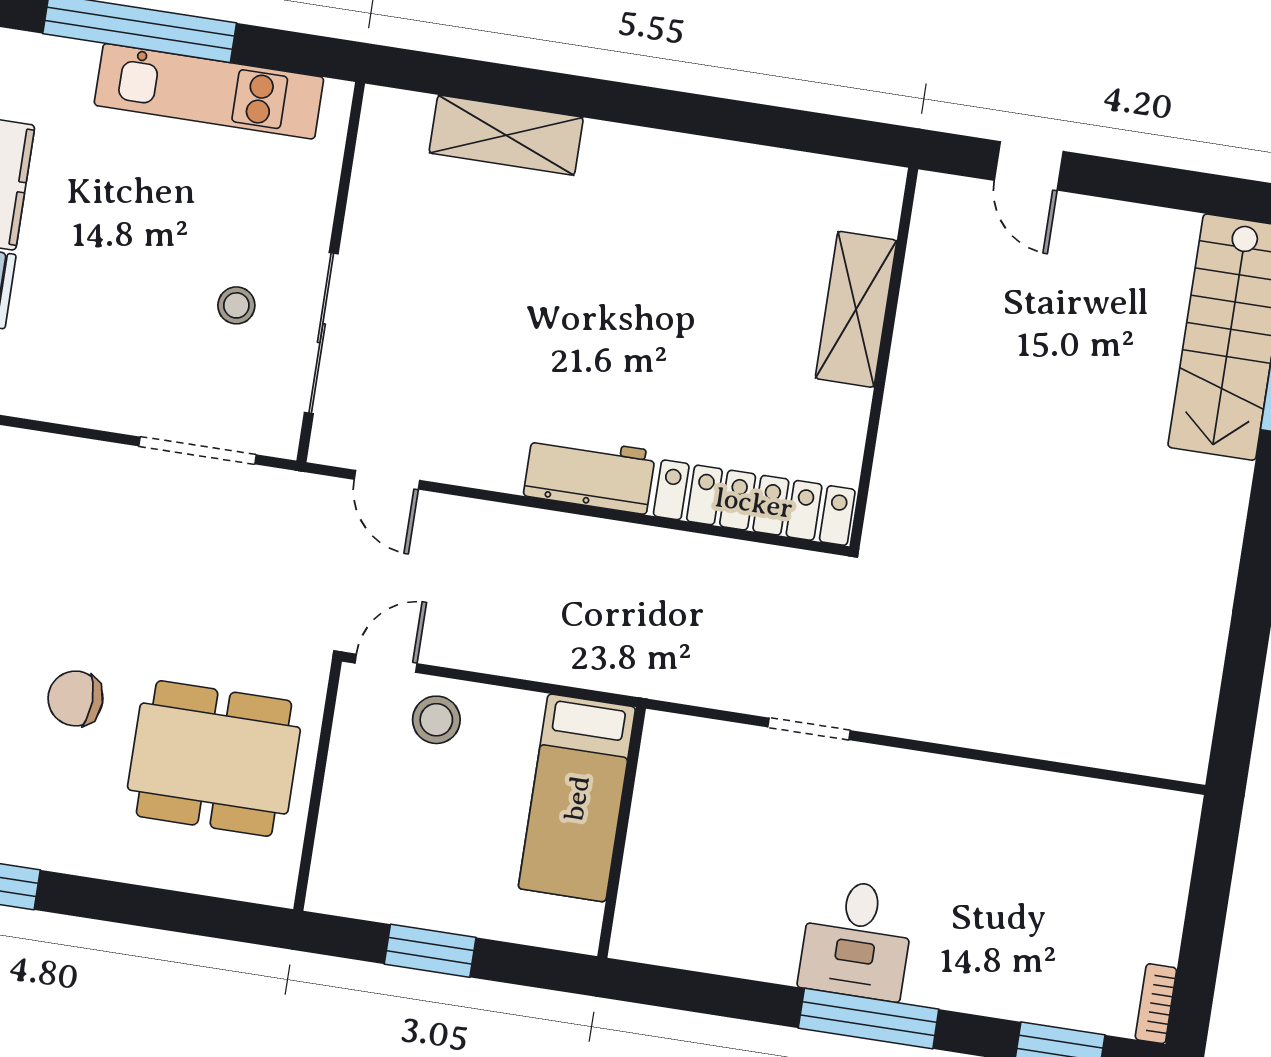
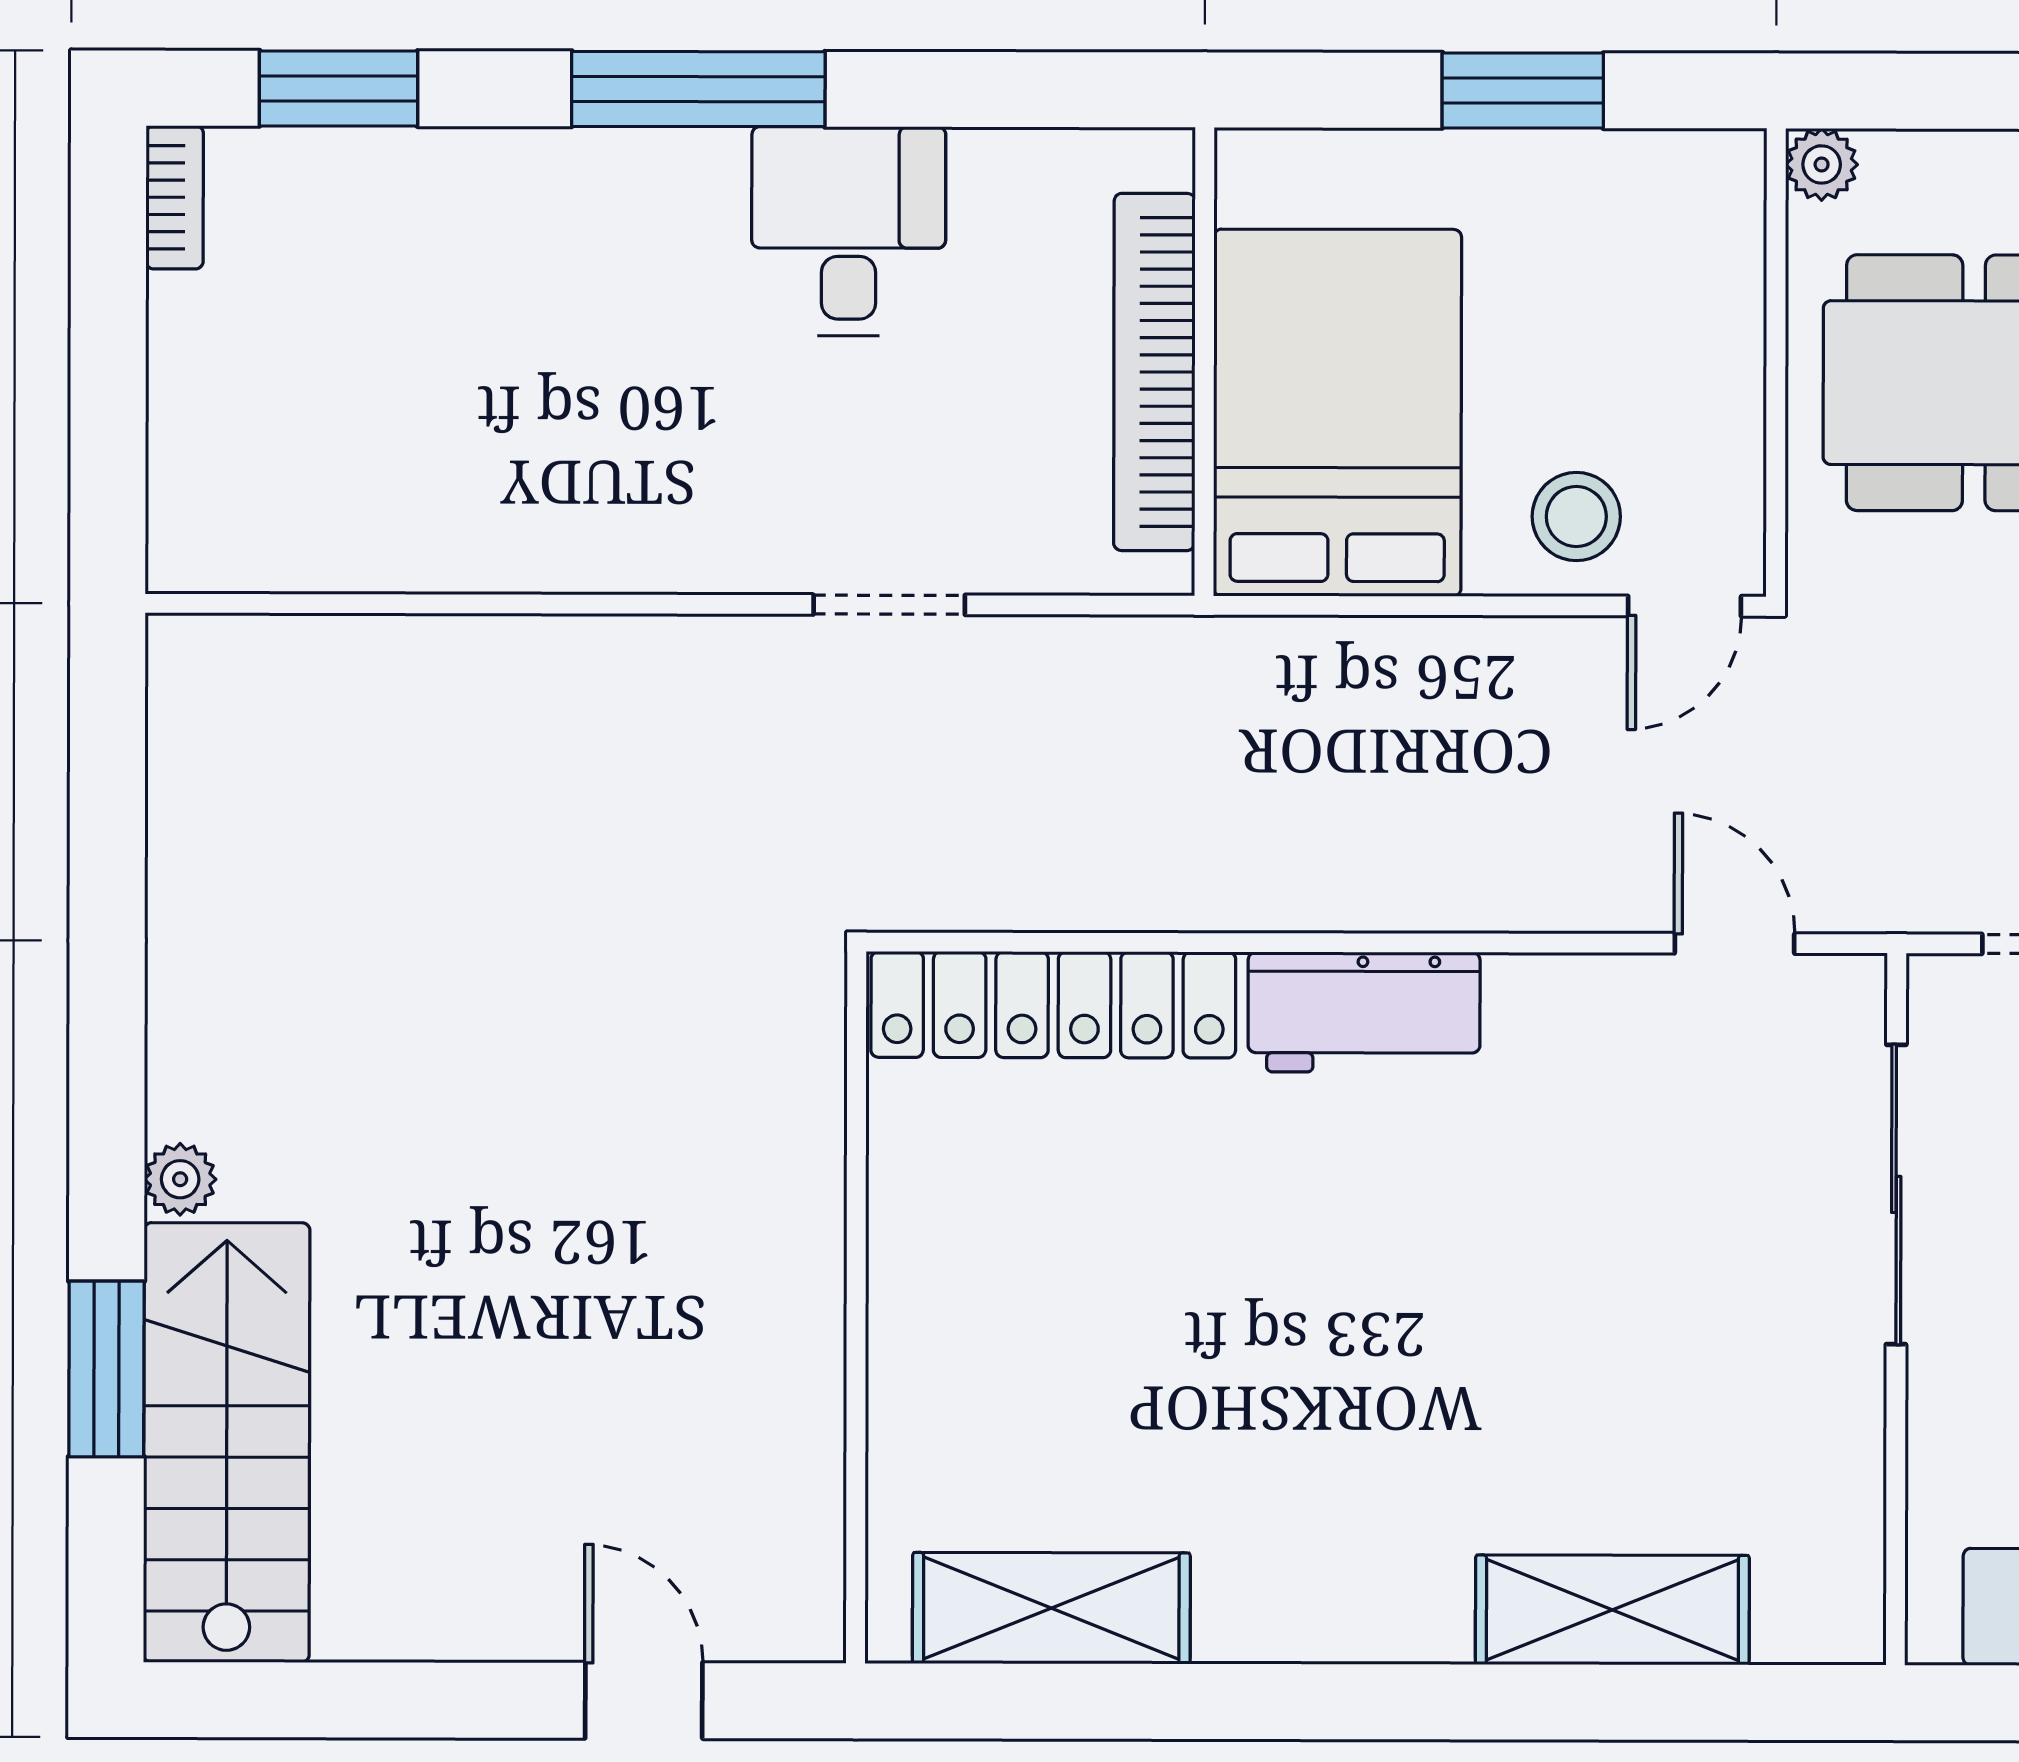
shelving: (856, 309) -> (1051, 1608), moved, turned 90
plant: (1233, 481) -> (180, 1179), added
bed: (577, 798) -> (1337, 413), width x1.50
bookcase: (649, 831) -> (1154, 372), added
plant: (277, 887) -> (1822, 164), added
desk: (857, 939) -> (849, 231), moved

